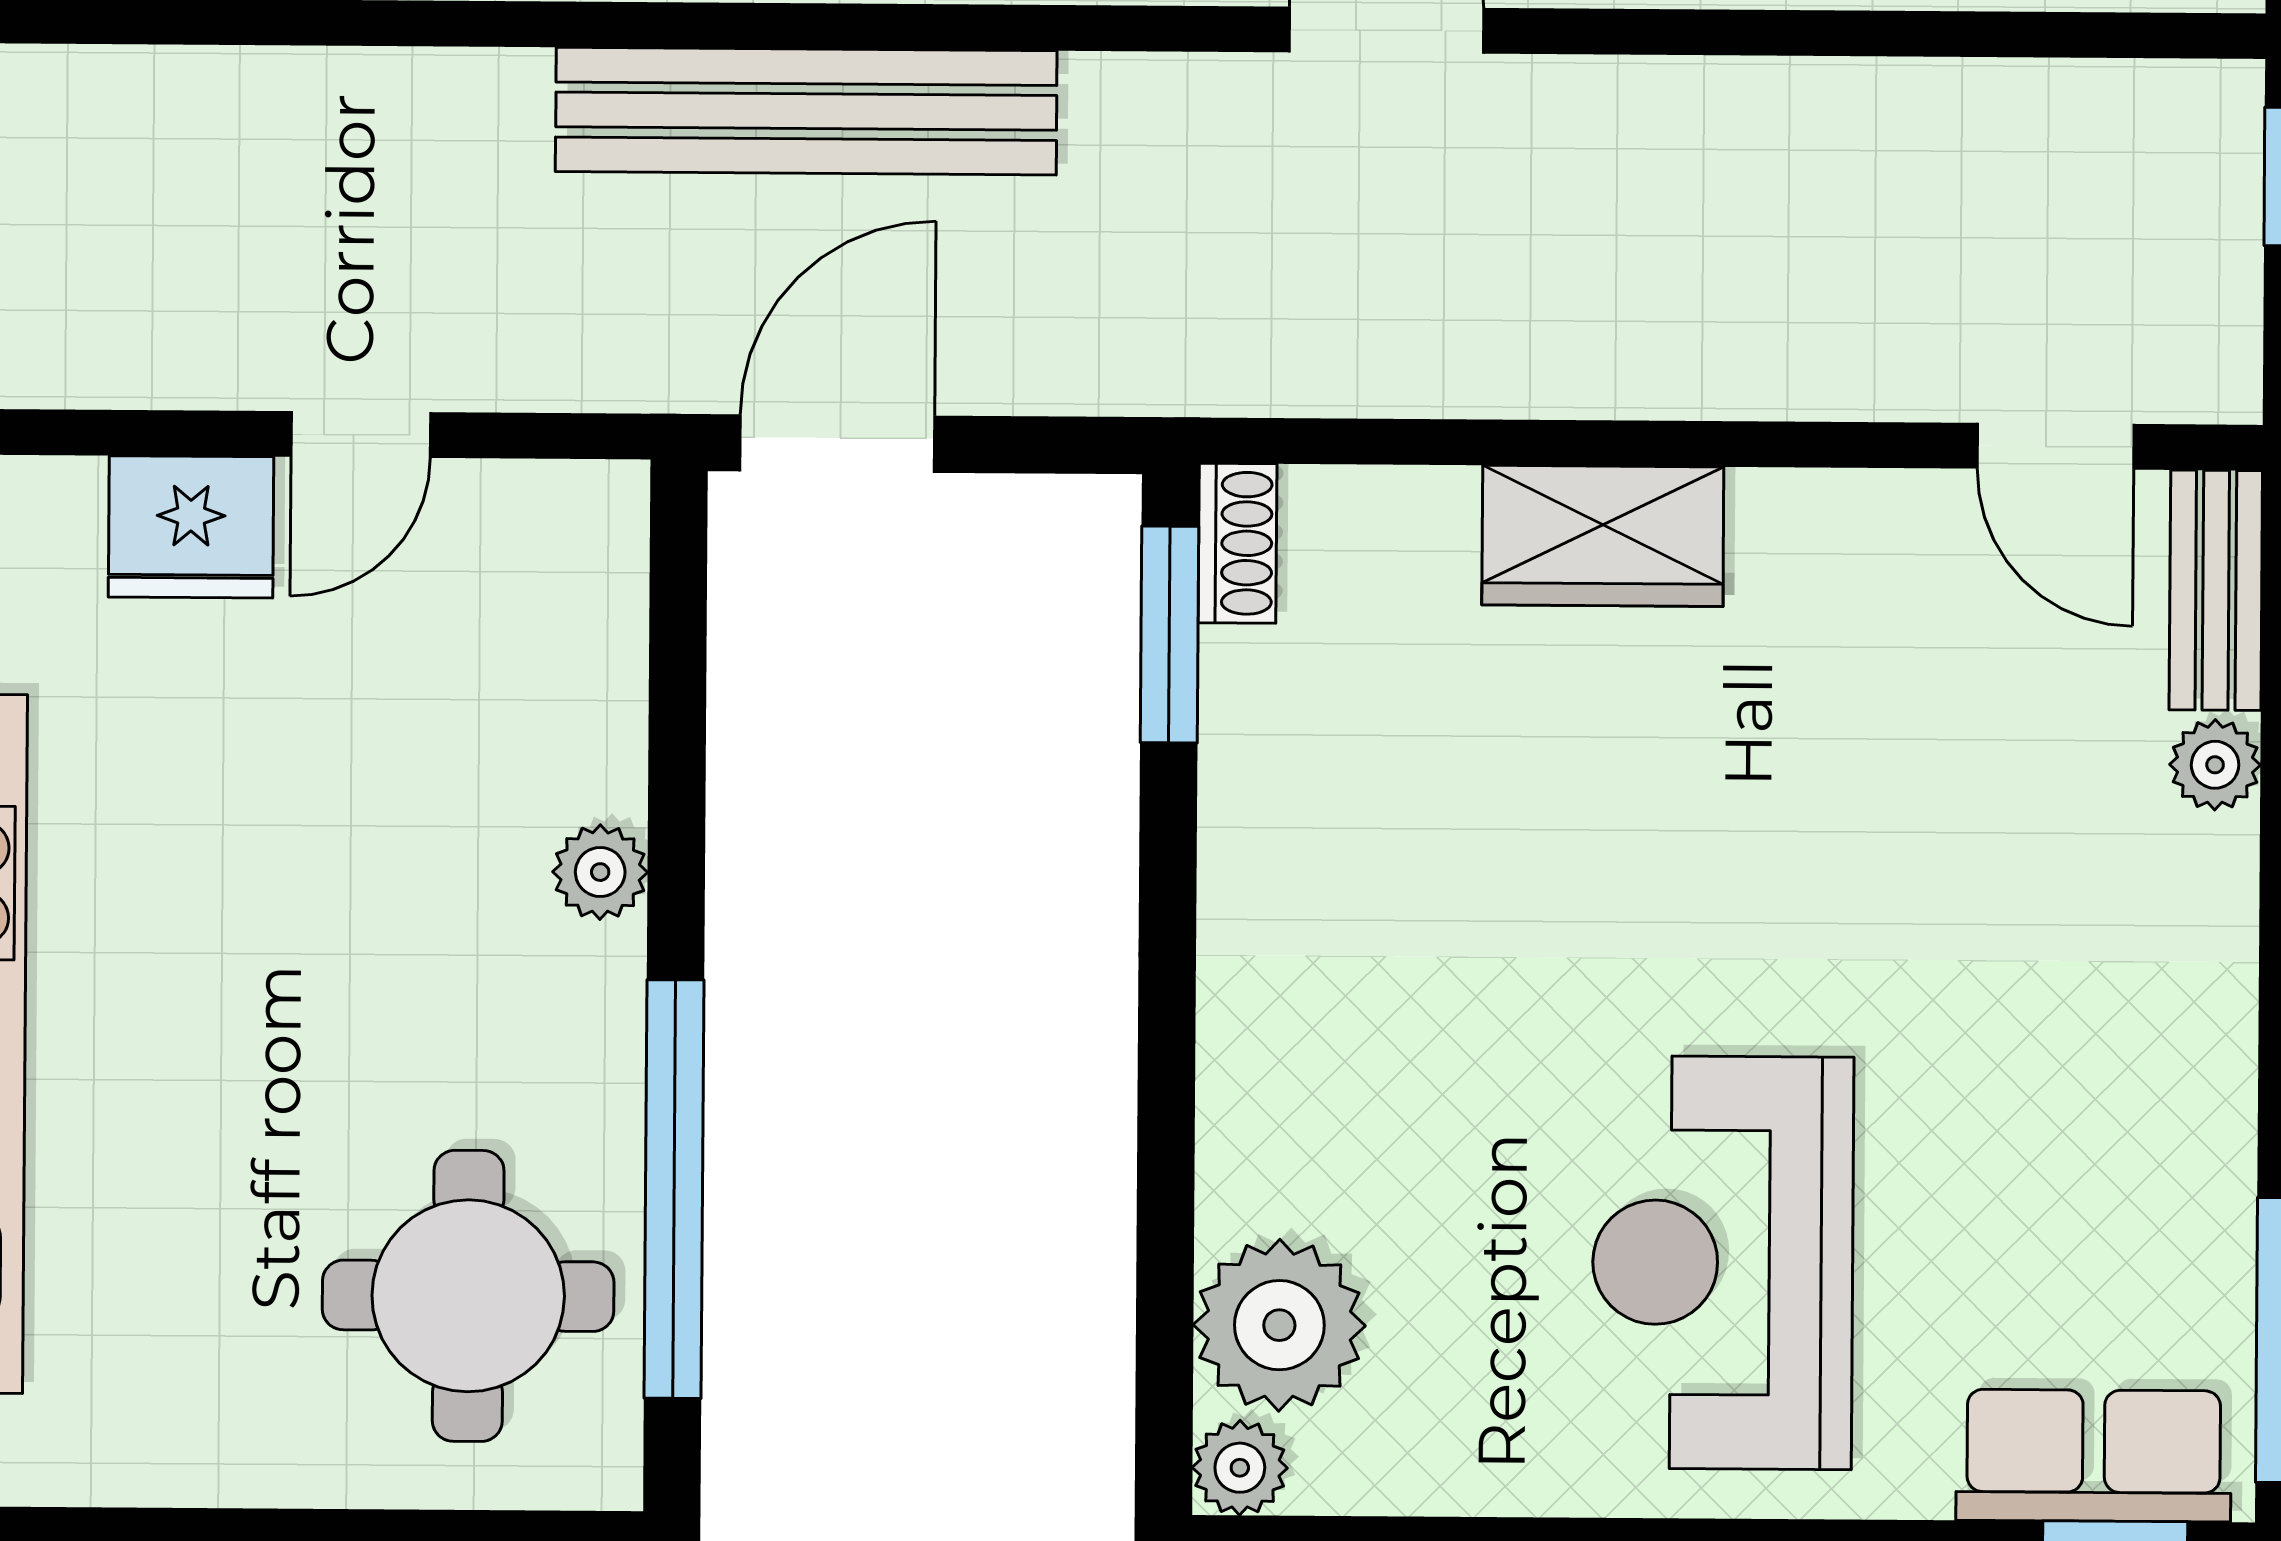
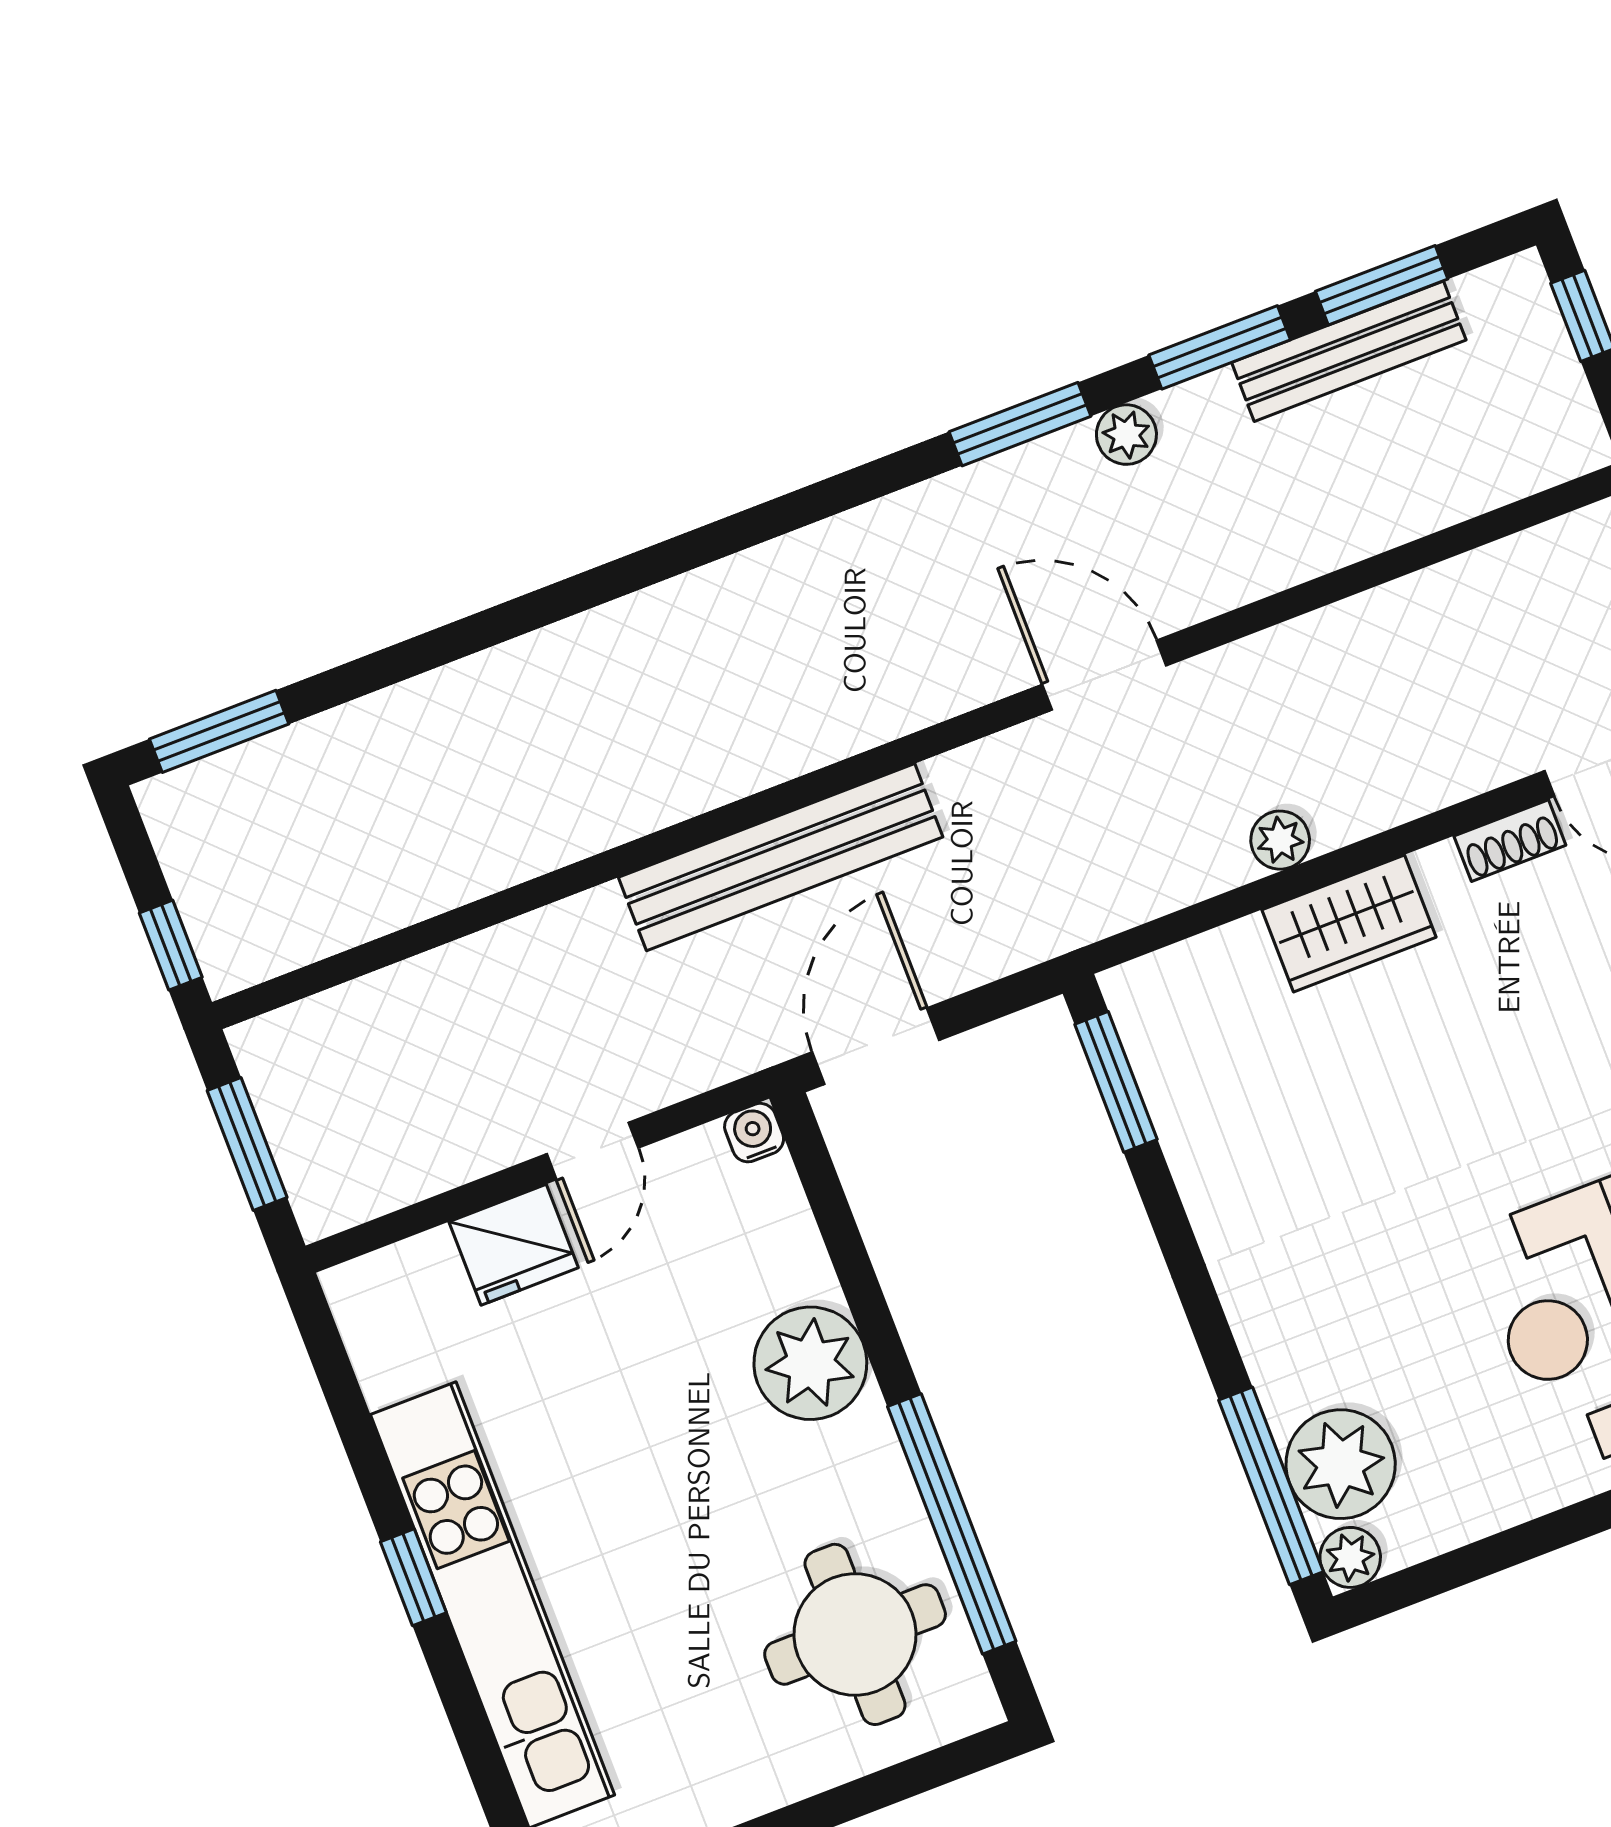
plant: (1550, 374) -> (1280, 840), added
water cooler: (609, 501) -> (754, 1133), added
shoe rack: (1237, 543) -> (1510, 841), moved, turned 90
plant: (600, 872) -> (810, 1363), width x1.88, depth x1.88
window: (1165, 1317) -> (1271, 1486), added

